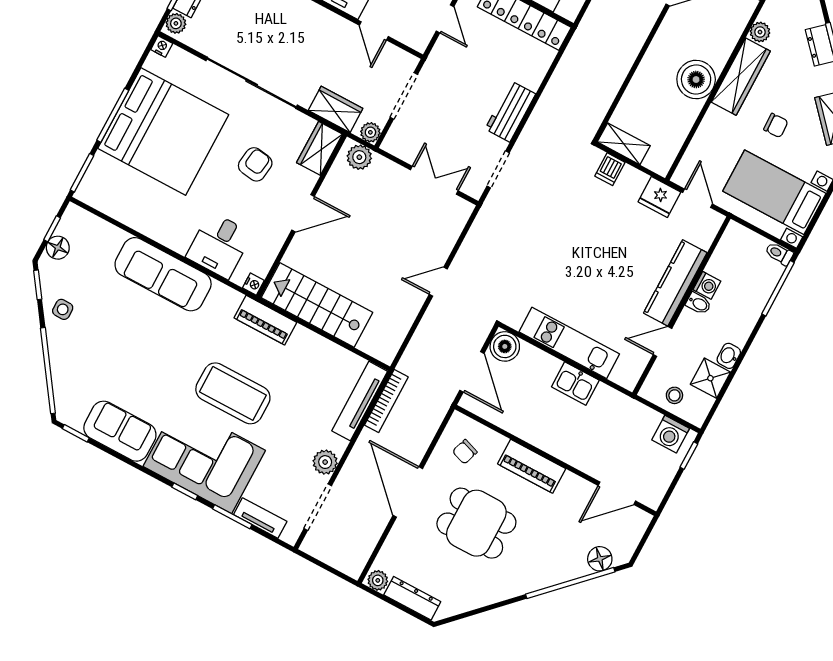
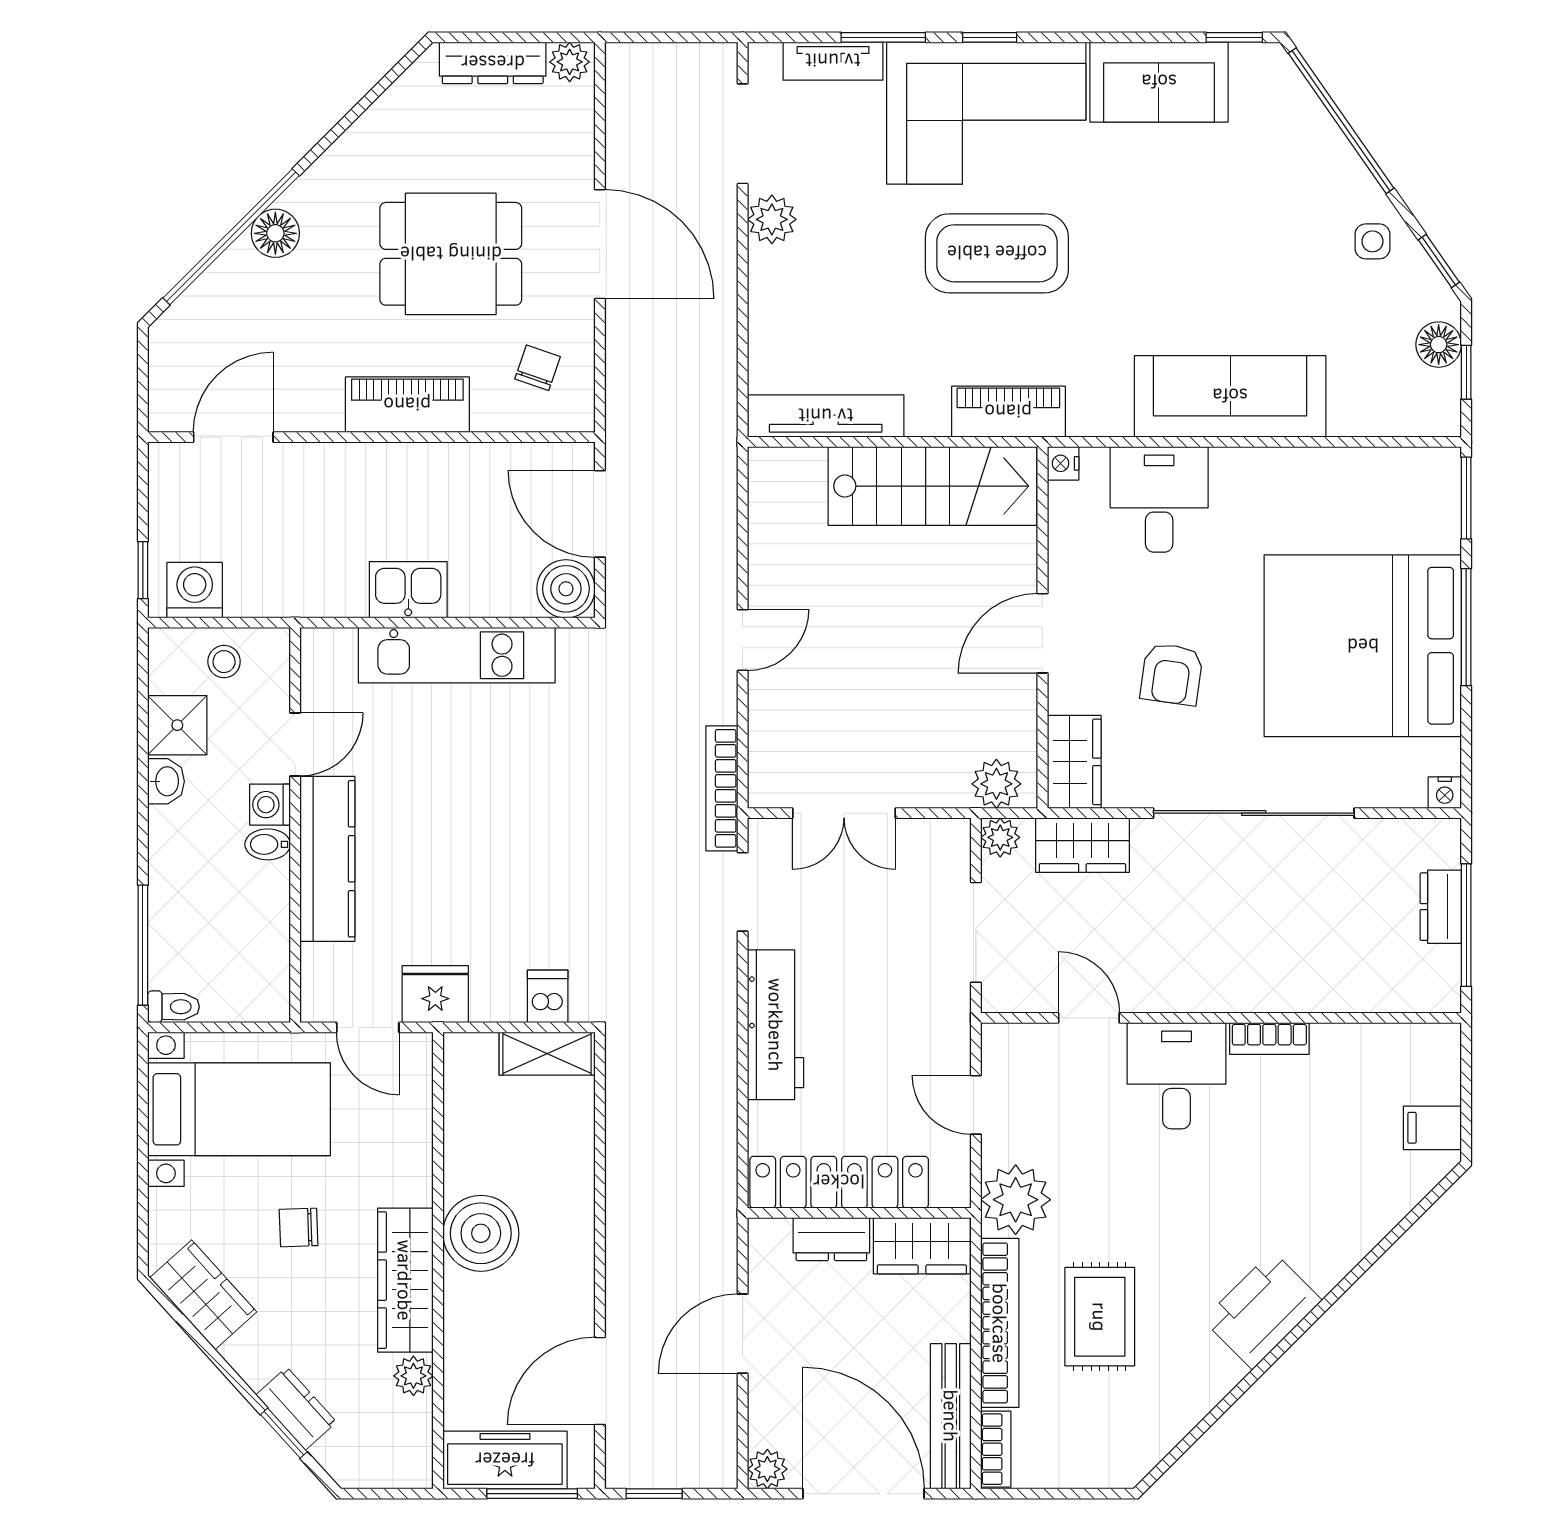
plant: (176, 23) -> (1441, 846), removed
workbench: (510, 111) -> (776, 1025), width x1.37
washing machine: (707, 285) -> (270, 805), moved
tv unit: (360, 401) -> (826, 416), moved, turned -90
bookcase: (386, 401) -> (722, 788), moved
floor lamp: (600, 559) -> (275, 233), moved

